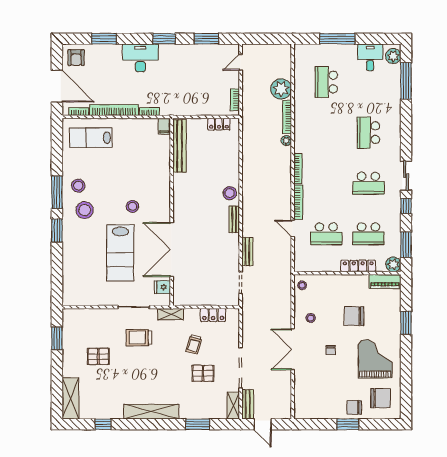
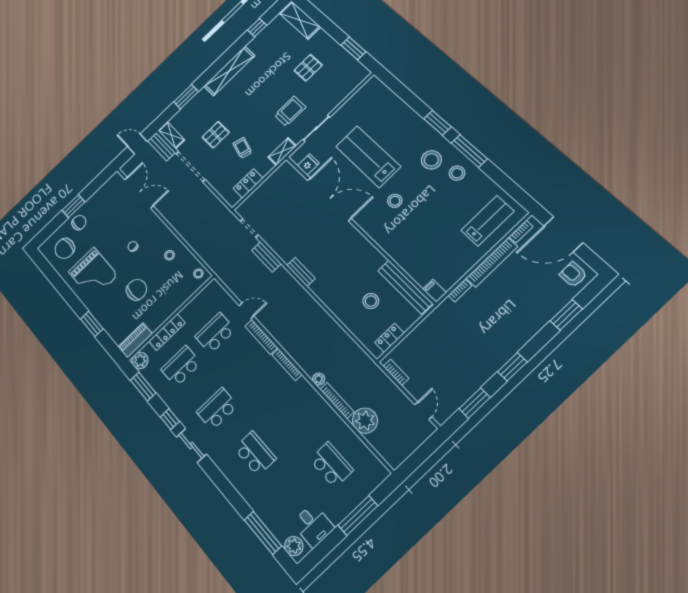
desk: (140, 58) -> (516, 329), removed
stool: (230, 193) -> (371, 301), moved
double door: (293, 349) -> (139, 193), moved

